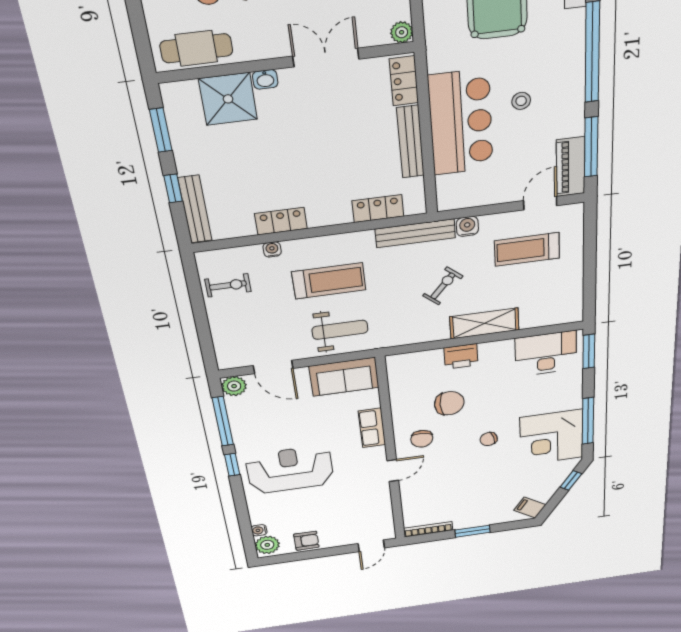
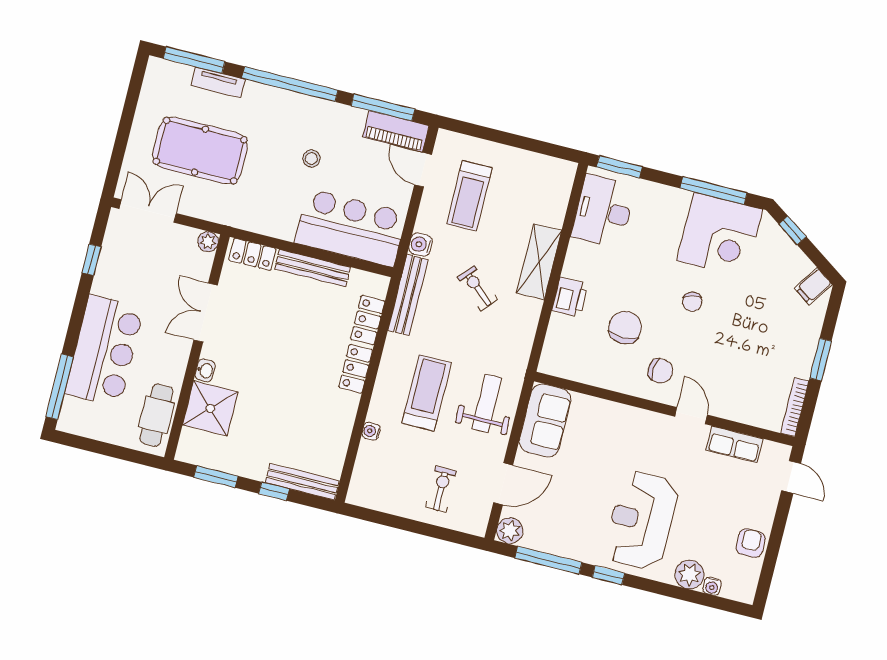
bar counter: (461, 123) -> (351, 228), moved
locker: (281, 221) -> (356, 369), moved
exercise bike: (228, 285) -> (441, 489), moved
row of seats: (372, 428) -> (734, 445), moved
plant: (267, 545) -> (689, 575), moved

